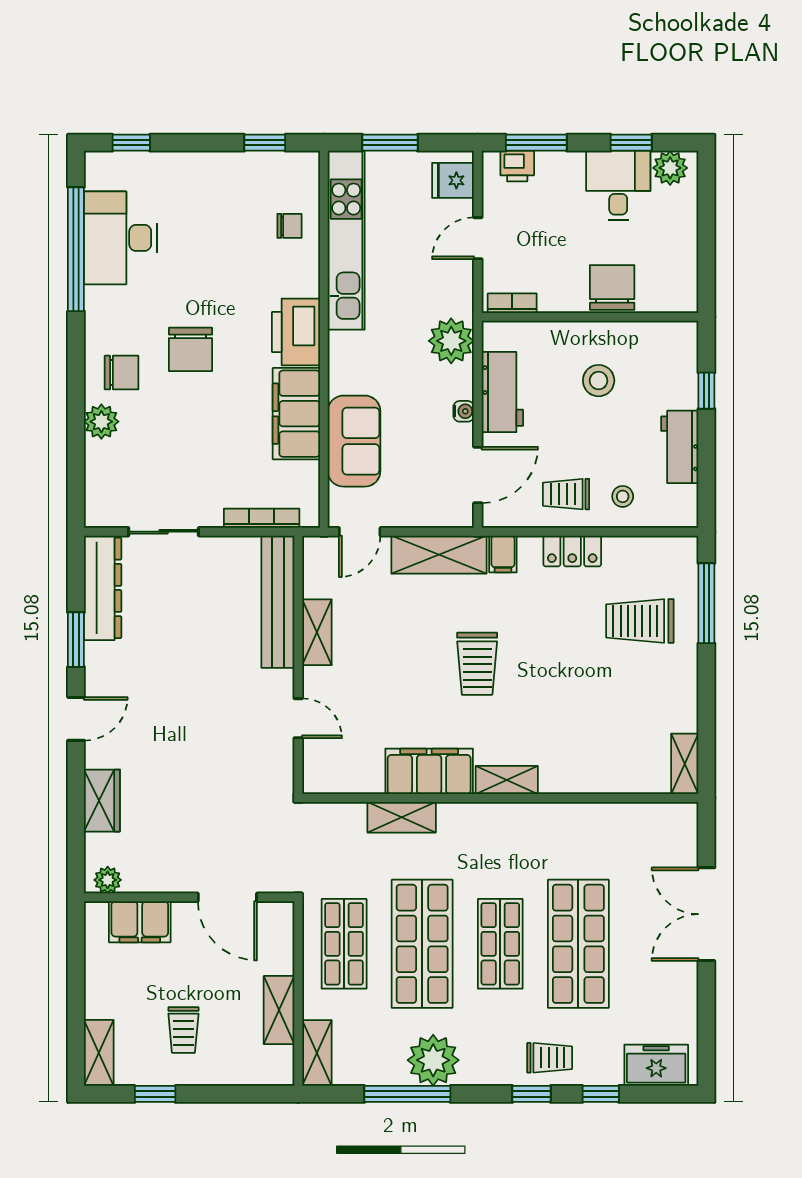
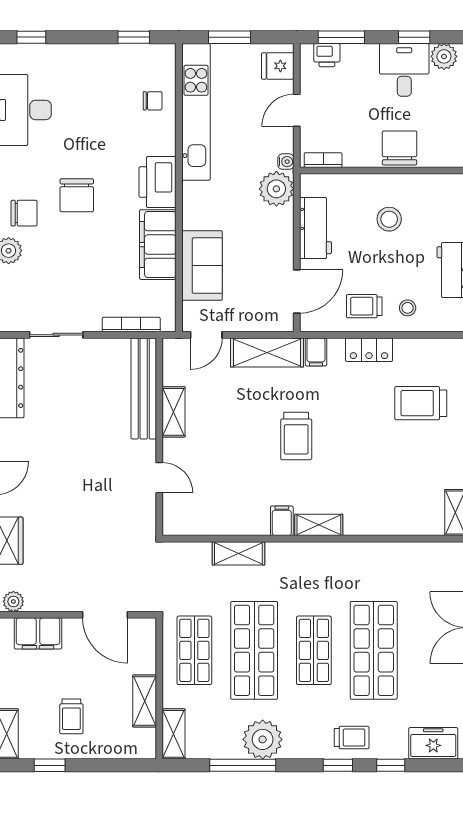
water cooler: (464, 411) -> (286, 162), moved
filing cabinet: (429, 771) -> (282, 521), width x0.33, depth x0.86

